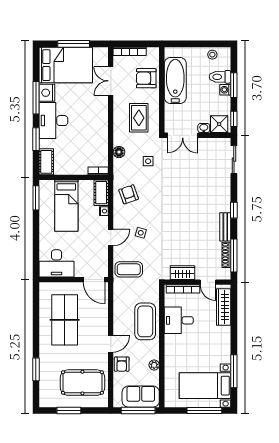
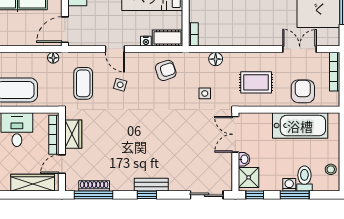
bench: (225, 227) -> (151, 185), moved
coffee table: (129, 269) -> (83, 83), moved
floor lamp: (118, 290) -> (53, 58), added

